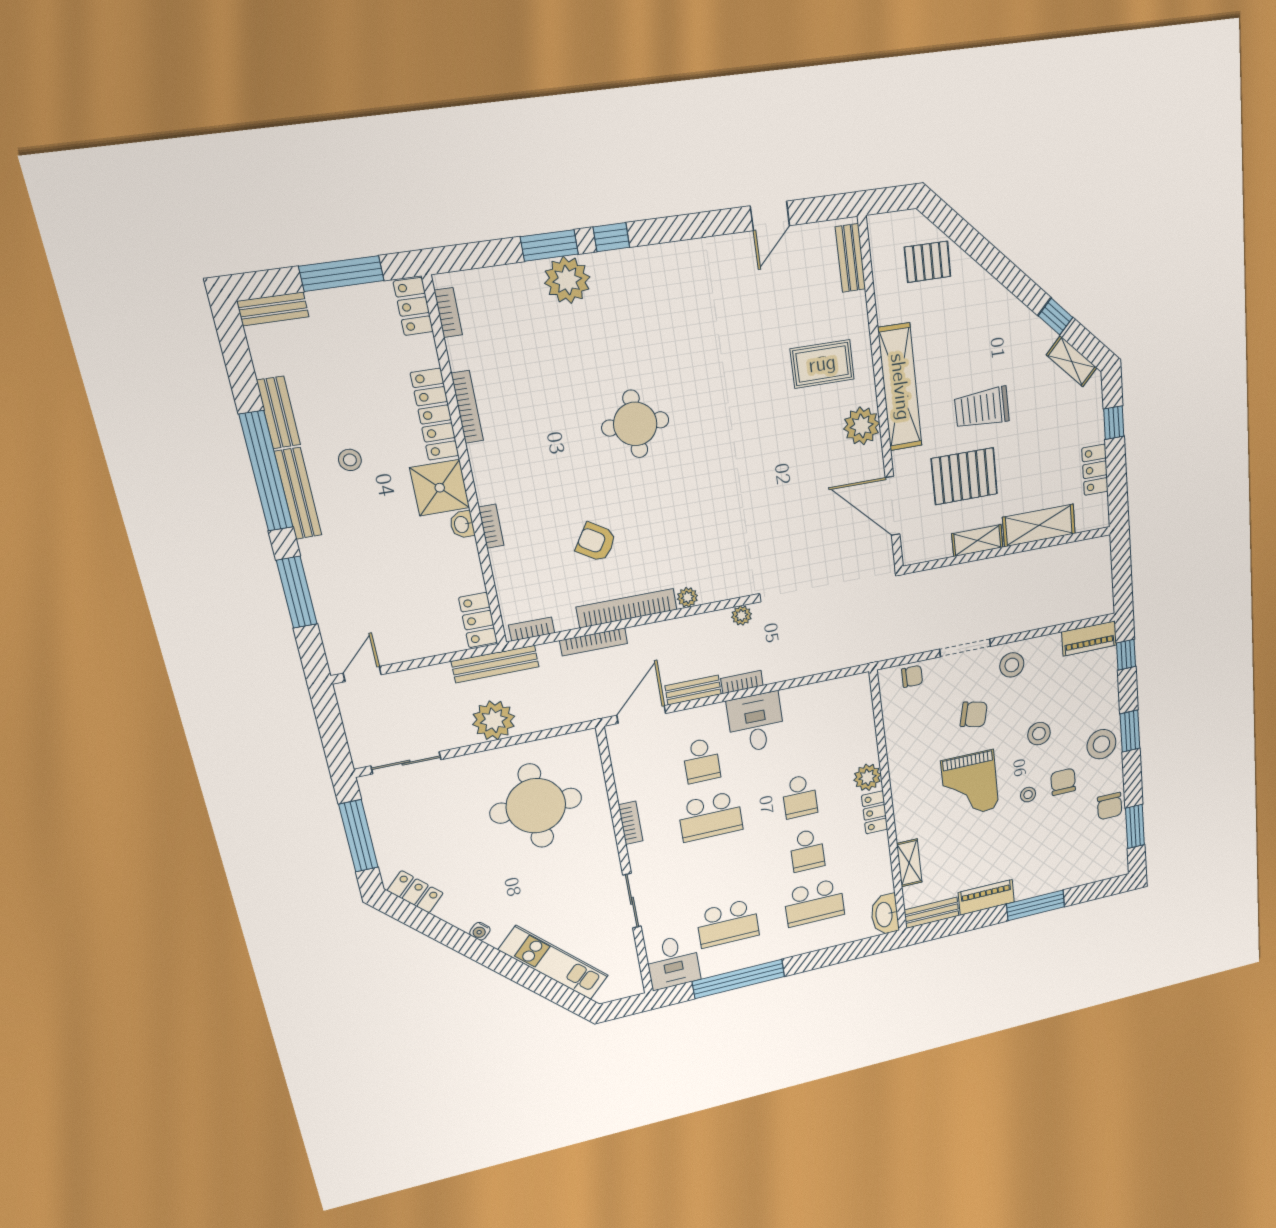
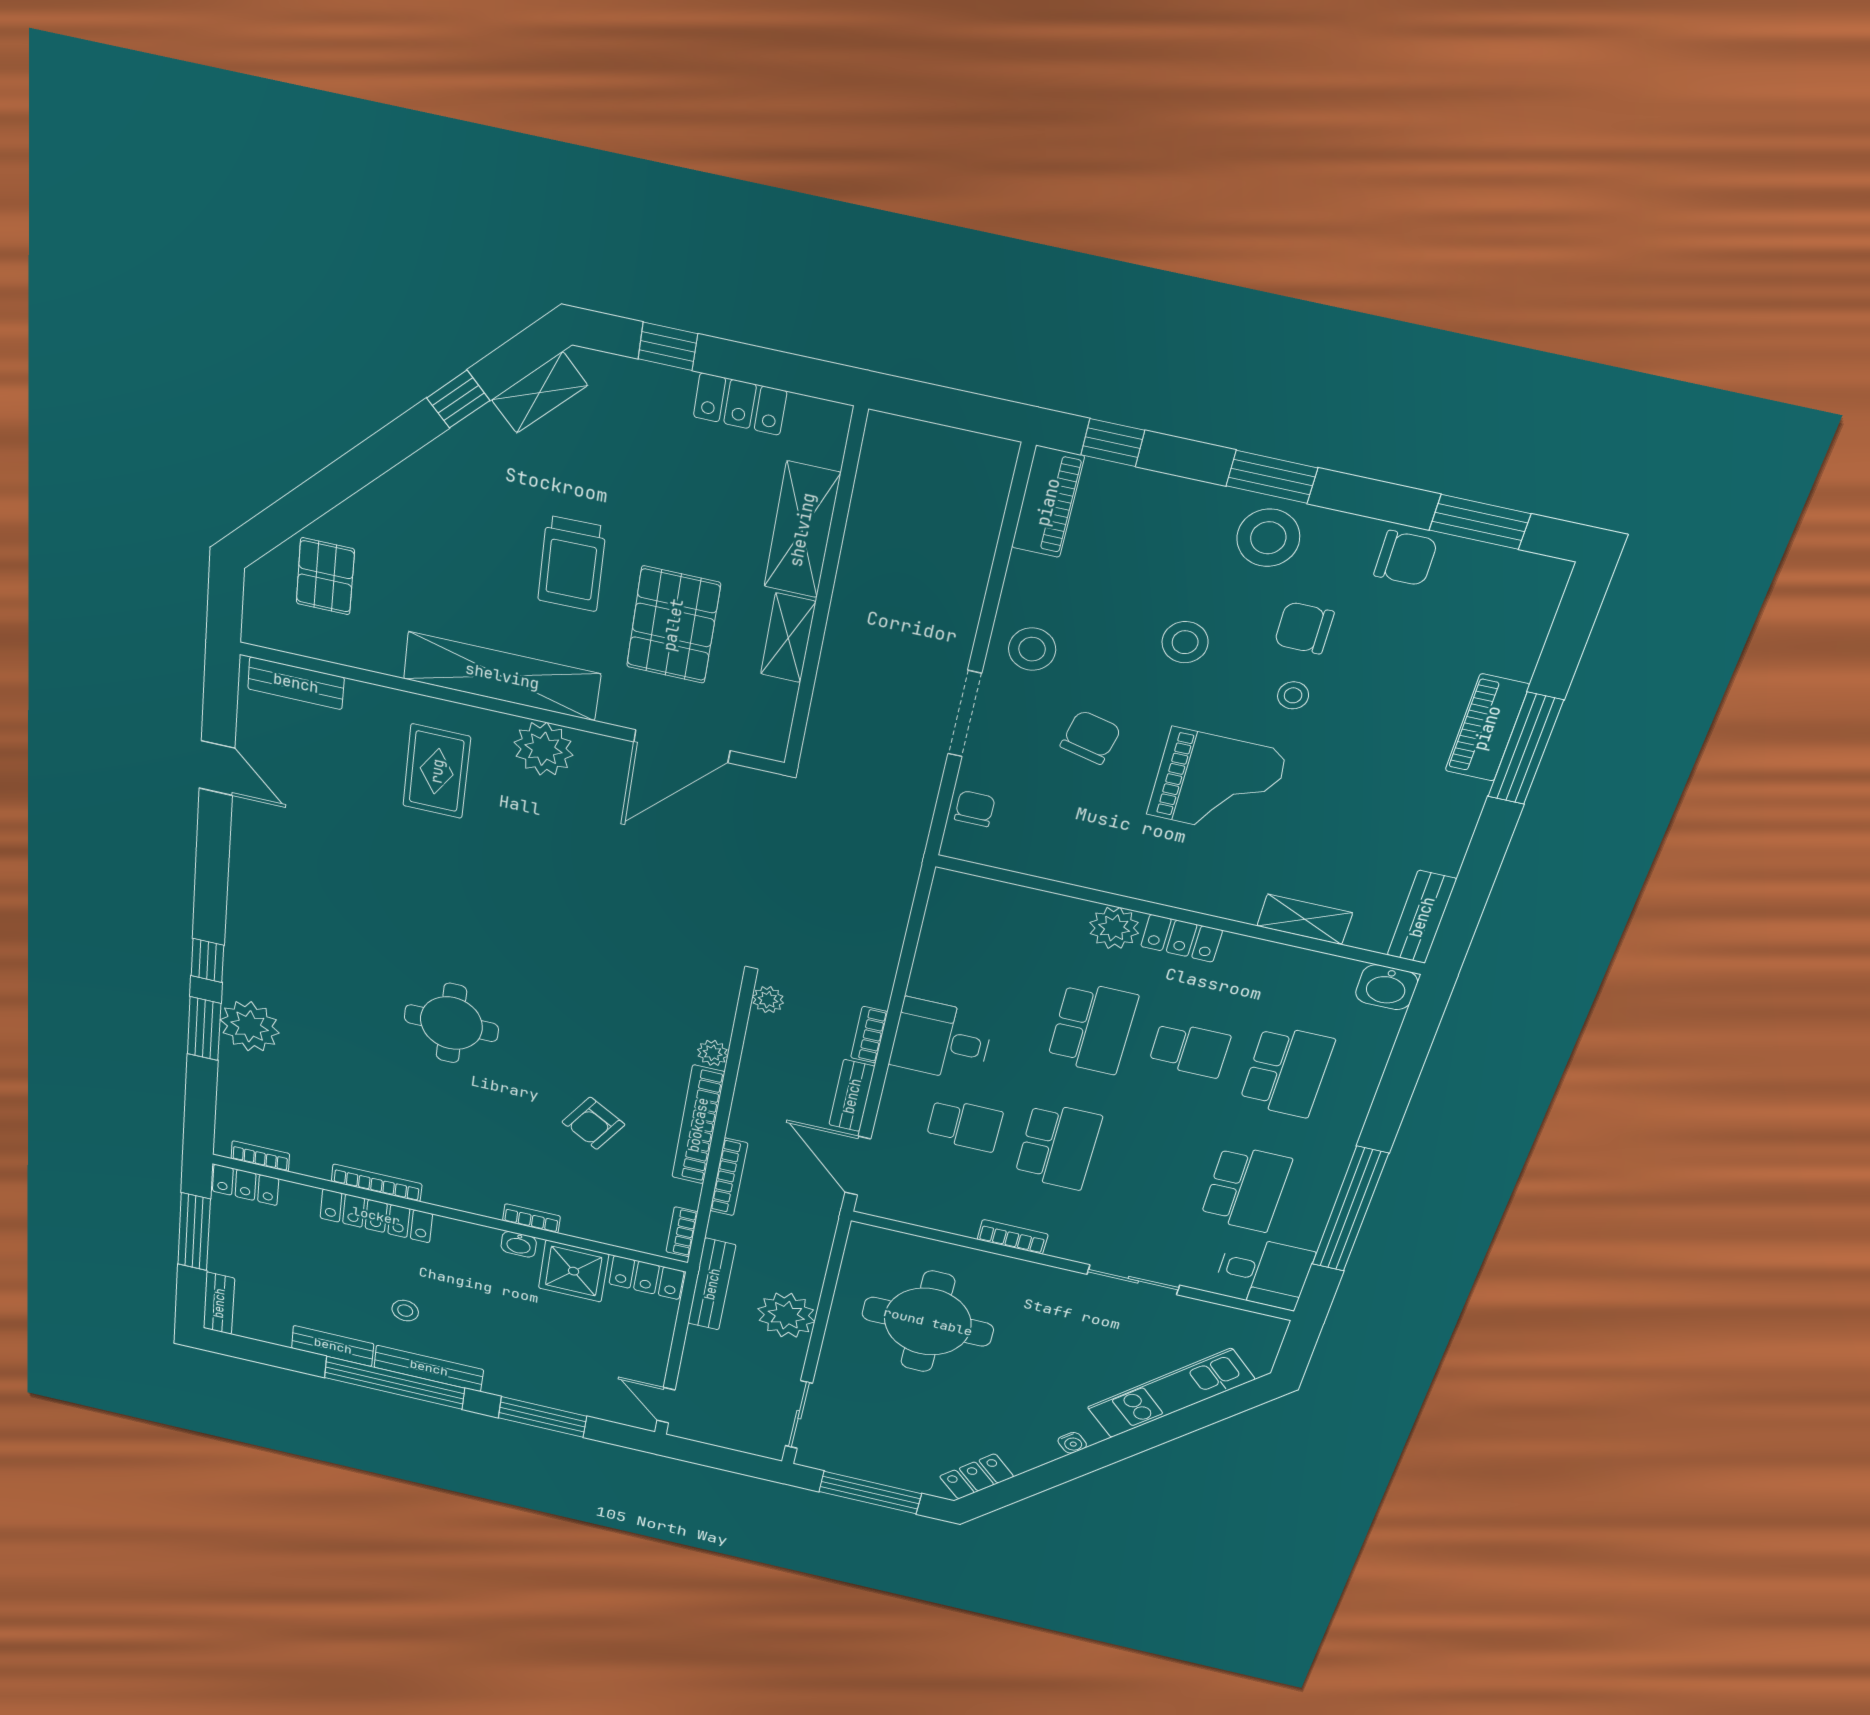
shower: (440, 488) -> (574, 1271), moved
school desk: (800, 797) -> (1093, 1028), width x1.85
piano: (986, 897) -> (1487, 728), moved
washbasin: (885, 914) -> (1387, 987), width x0.72

